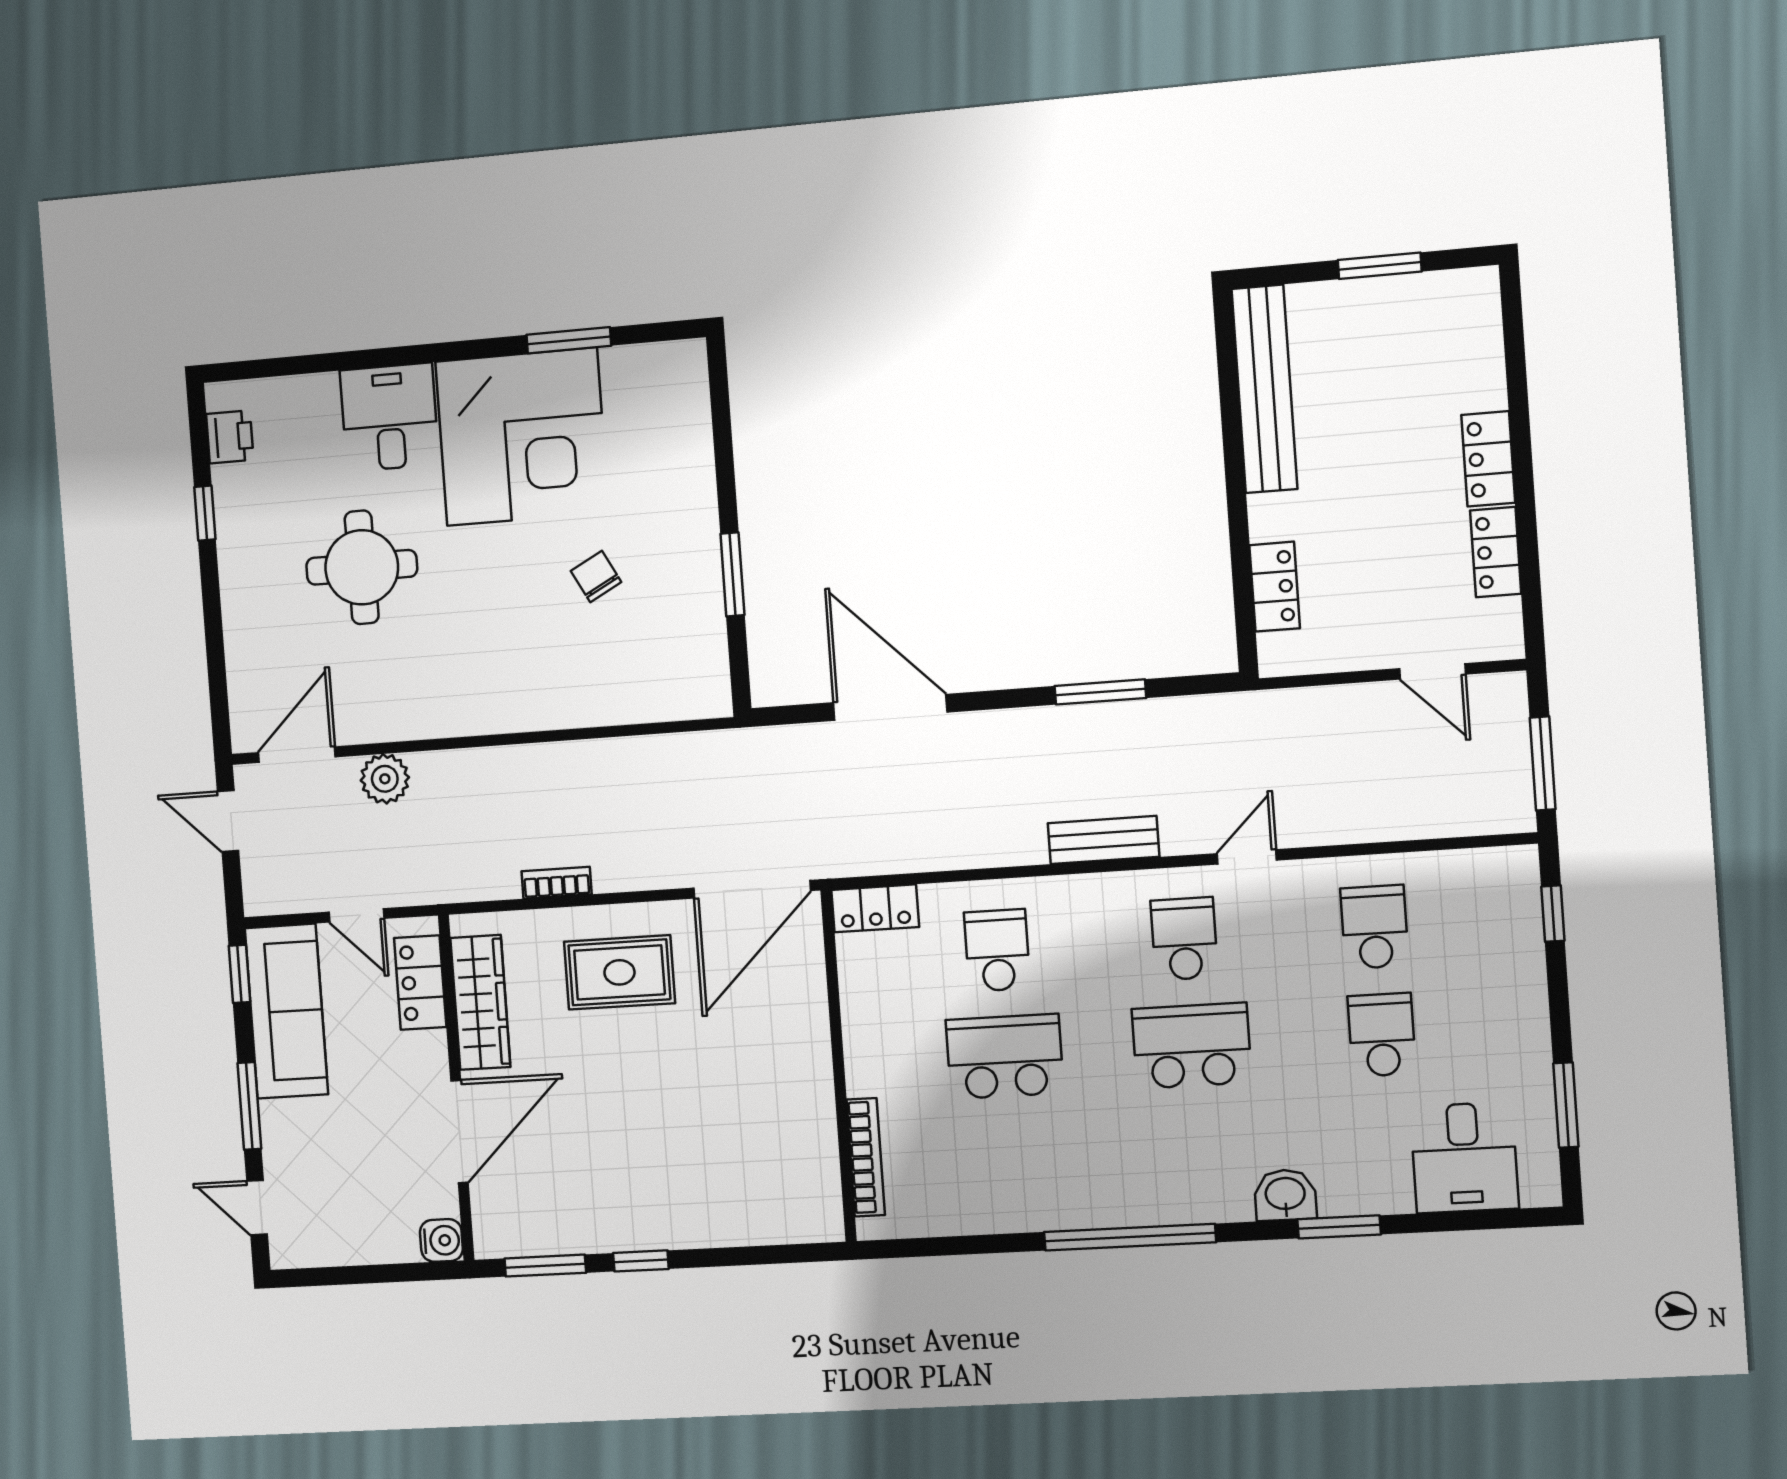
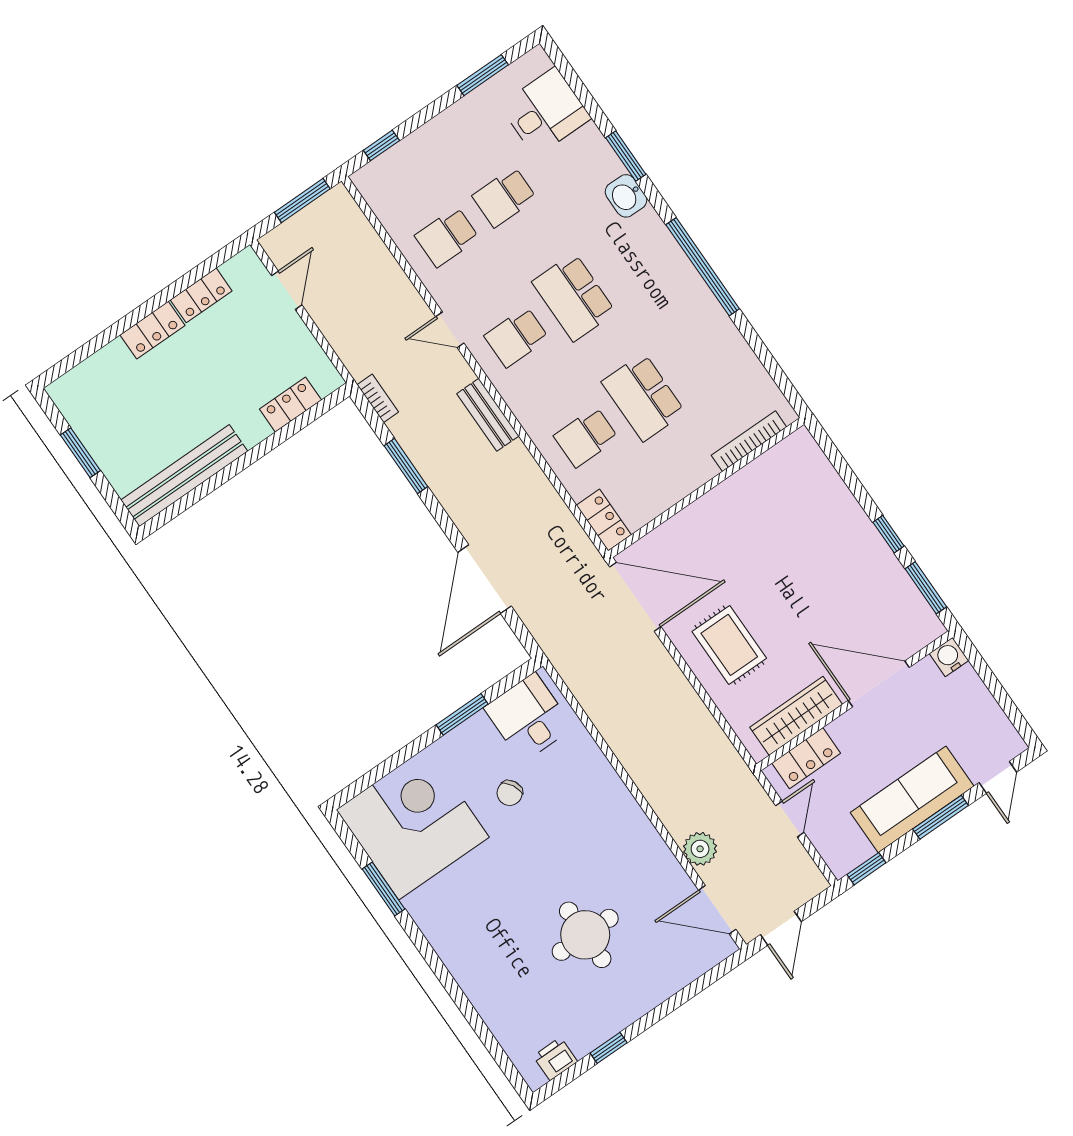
desk: (389, 417) -> (529, 718), moved, turned 90
corner desk: (522, 437) -> (413, 823), moved
bookcase: (557, 883) -> (378, 398), moved, turned 180
sofa: (286, 1011) -> (912, 799), moved

